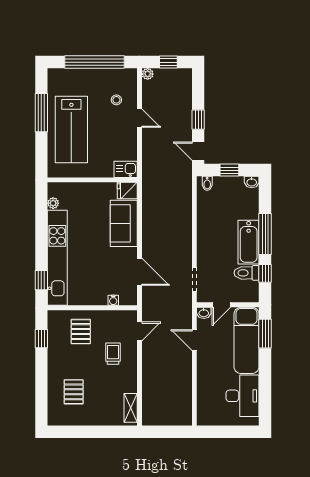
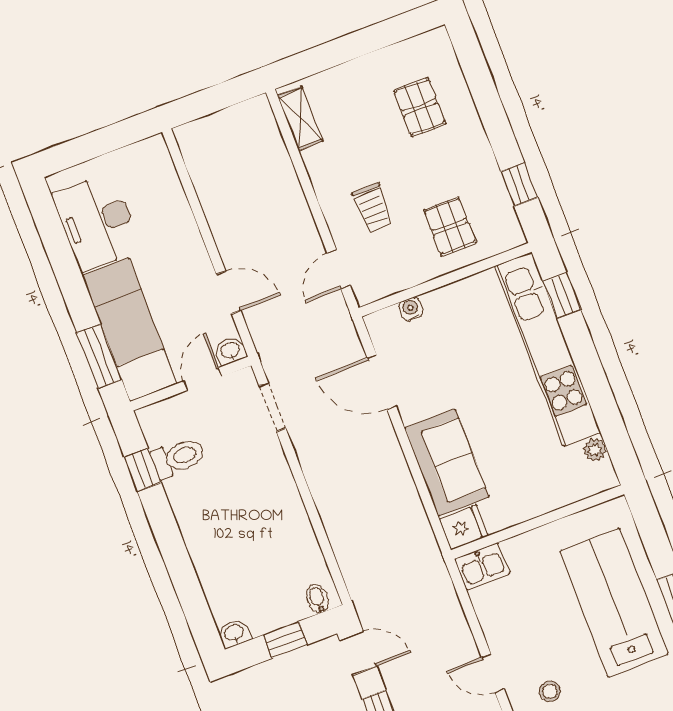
window: (265, 234) -> (171, 544), removed
bathtub: (249, 242) -> (197, 517), removed

